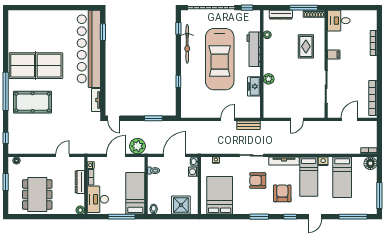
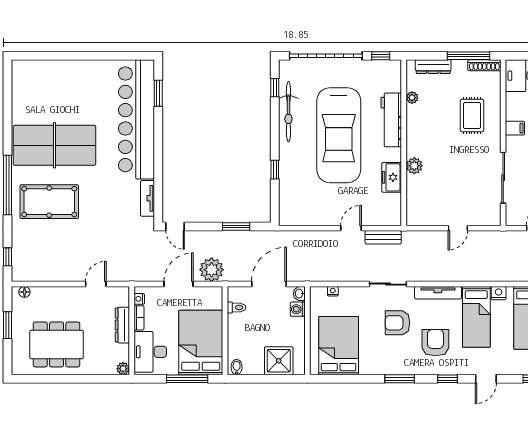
bed: (135, 193) -> (201, 343), width x1.50
dining table: (37, 194) -> (57, 344), turned 90

